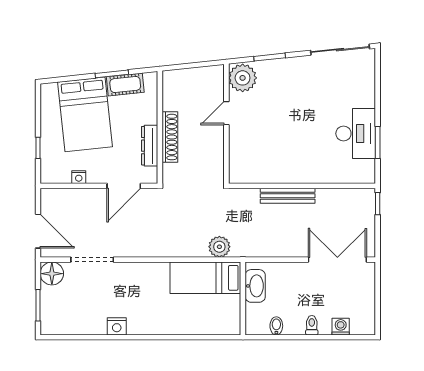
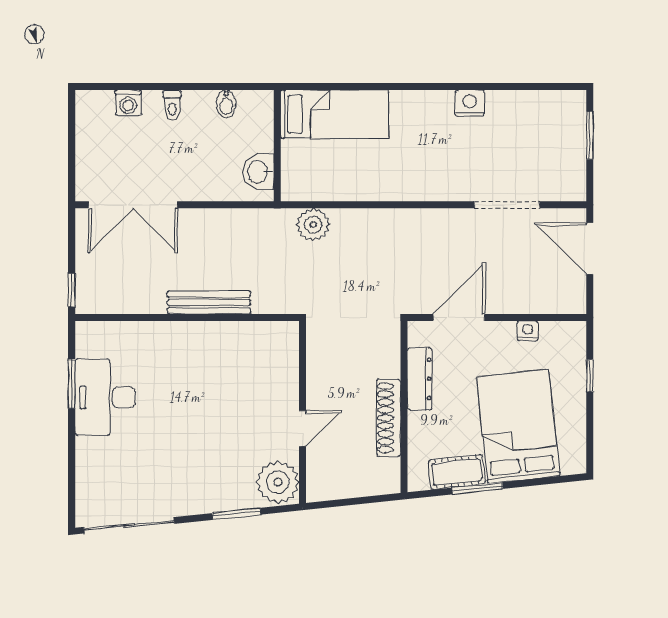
shoe rack: (170, 137) -> (389, 418), moved
floor lamp: (52, 274) -> (569, 184), removed
bed: (205, 278) -> (334, 114), moved
washbasin: (255, 286) -> (258, 172), width x0.72

